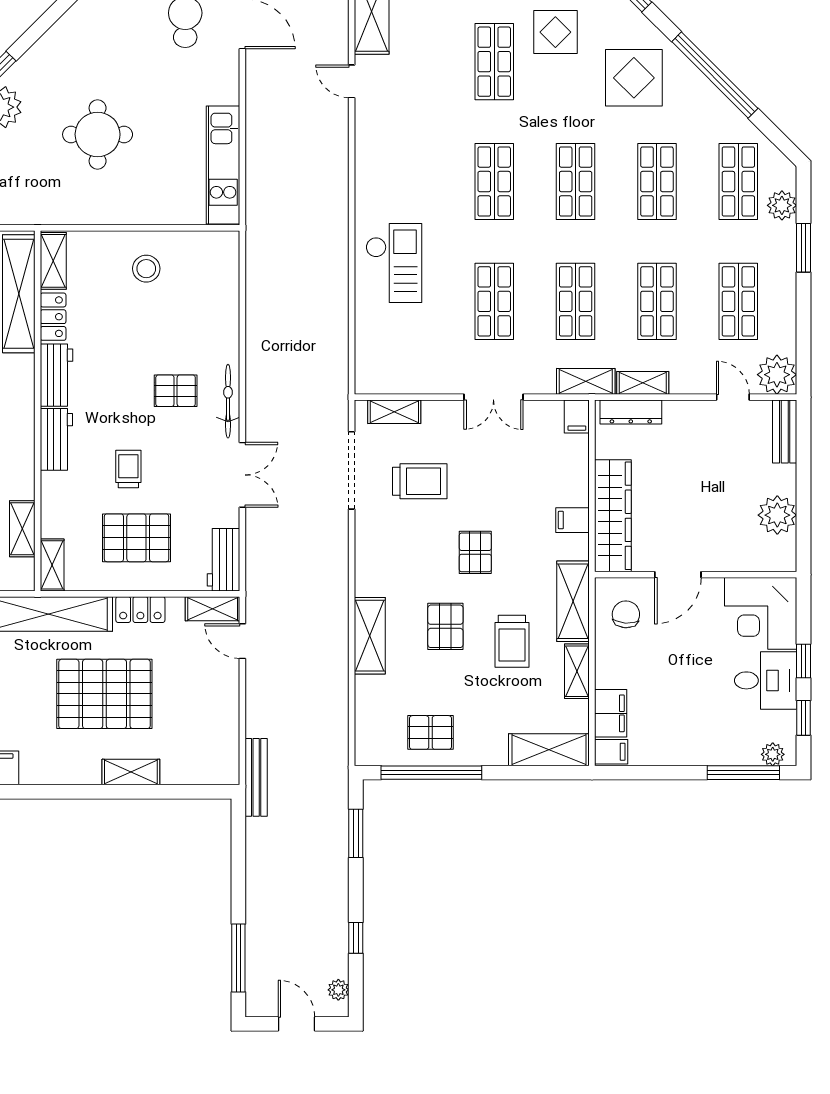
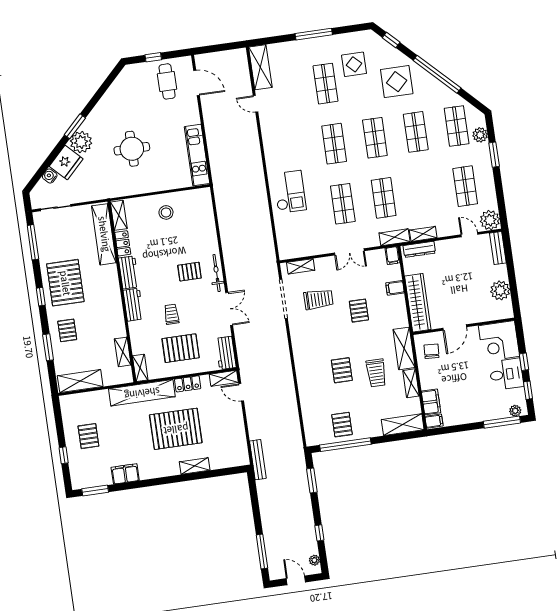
shop shelf: (657, 301) -> (424, 192), removed
filing cabinet: (573, 520) -> (395, 288), moved
pallet: (475, 552) -> (359, 311), moved
shelving: (370, 636) -> (305, 380), removed
pallet: (430, 732) -> (342, 425), turned 90

